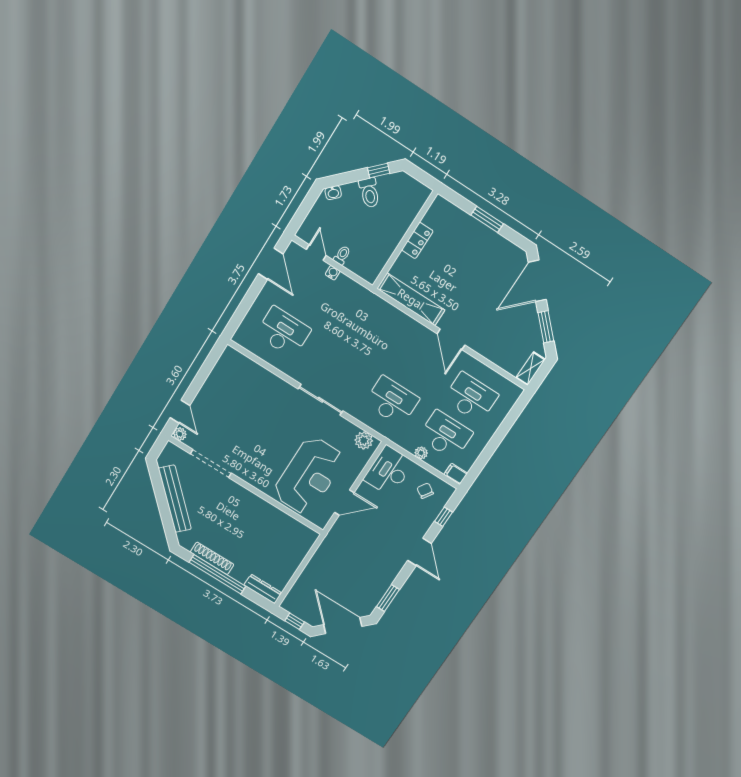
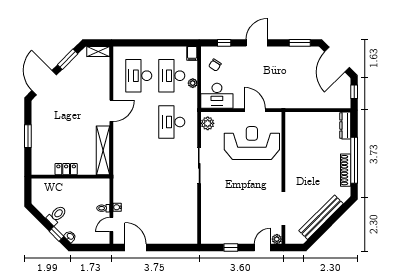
window: (379, 171) -> (56, 234), moved
door: (271, 264) -> (136, 248), hinge flipped
door: (537, 281) -> (44, 83), swing flipped
desk: (283, 332) -> (172, 215), removed
window: (202, 376) -> (231, 248), added

